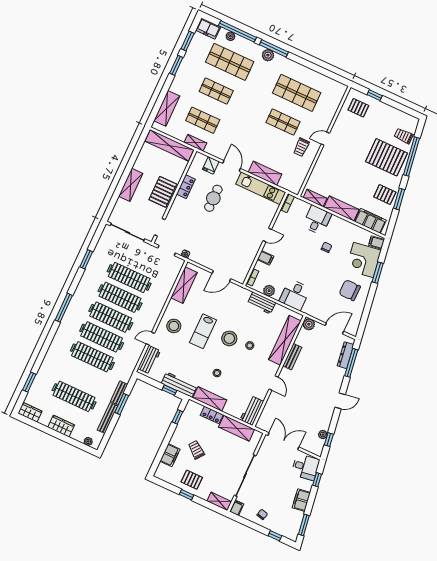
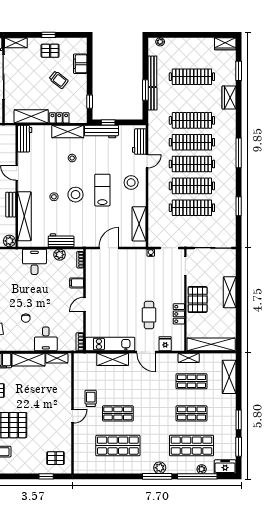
wardrobe: (61, 426) -> (229, 98), moved, turned 90

